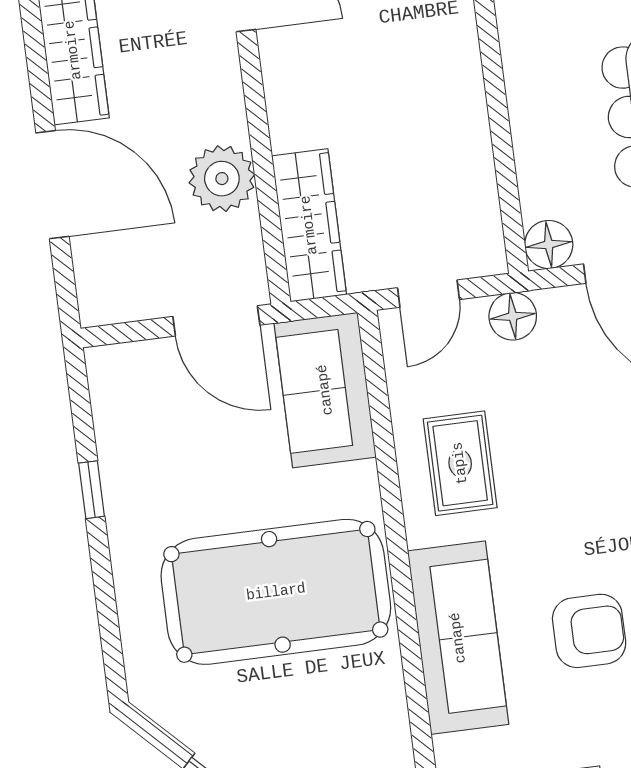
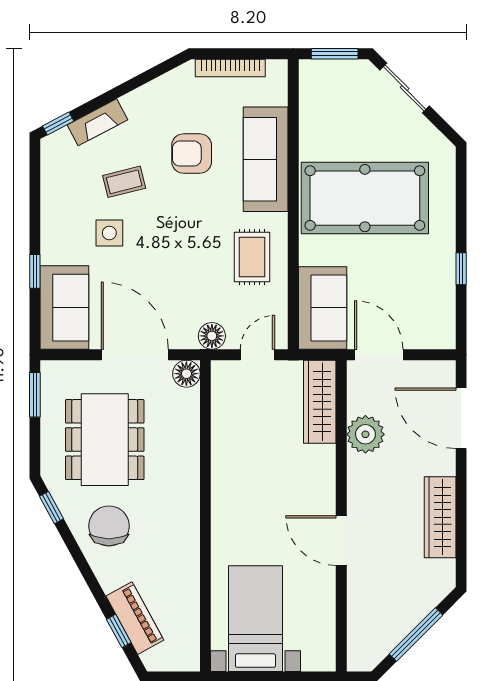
door: (52, 185) -> (461, 418), moved

